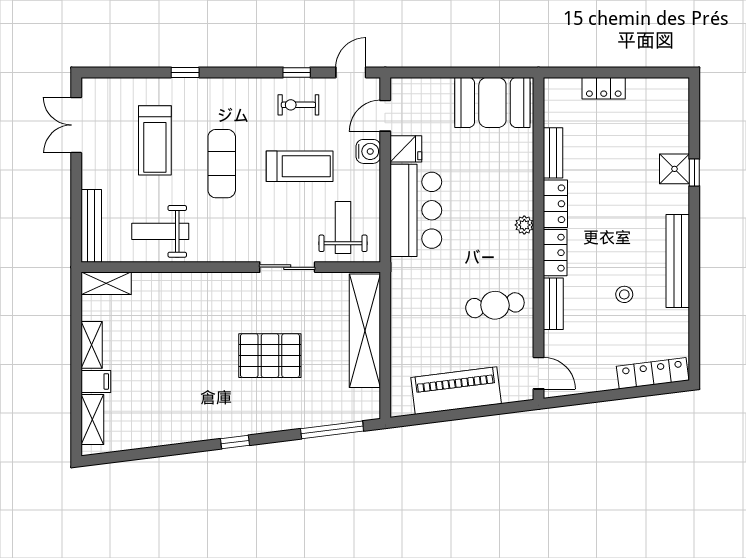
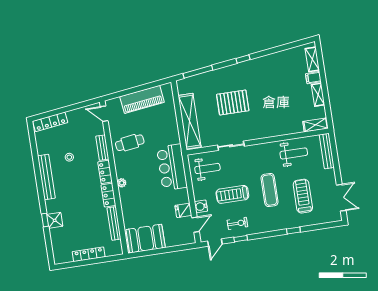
locker: (604, 88) -> (89, 254), width x1.53
bench: (553, 153) -> (114, 223), width x1.36
bar counter: (416, 210) -> (172, 167), moved
weight bench: (343, 228) -> (207, 168), turned -90

